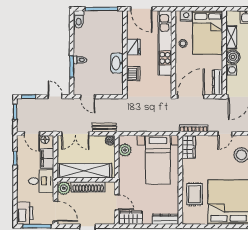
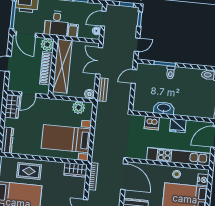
filing cabinet: (47, 159) -> (73, 31), width x0.50
door: (55, 211) -> (26, 34), hinge flipped

